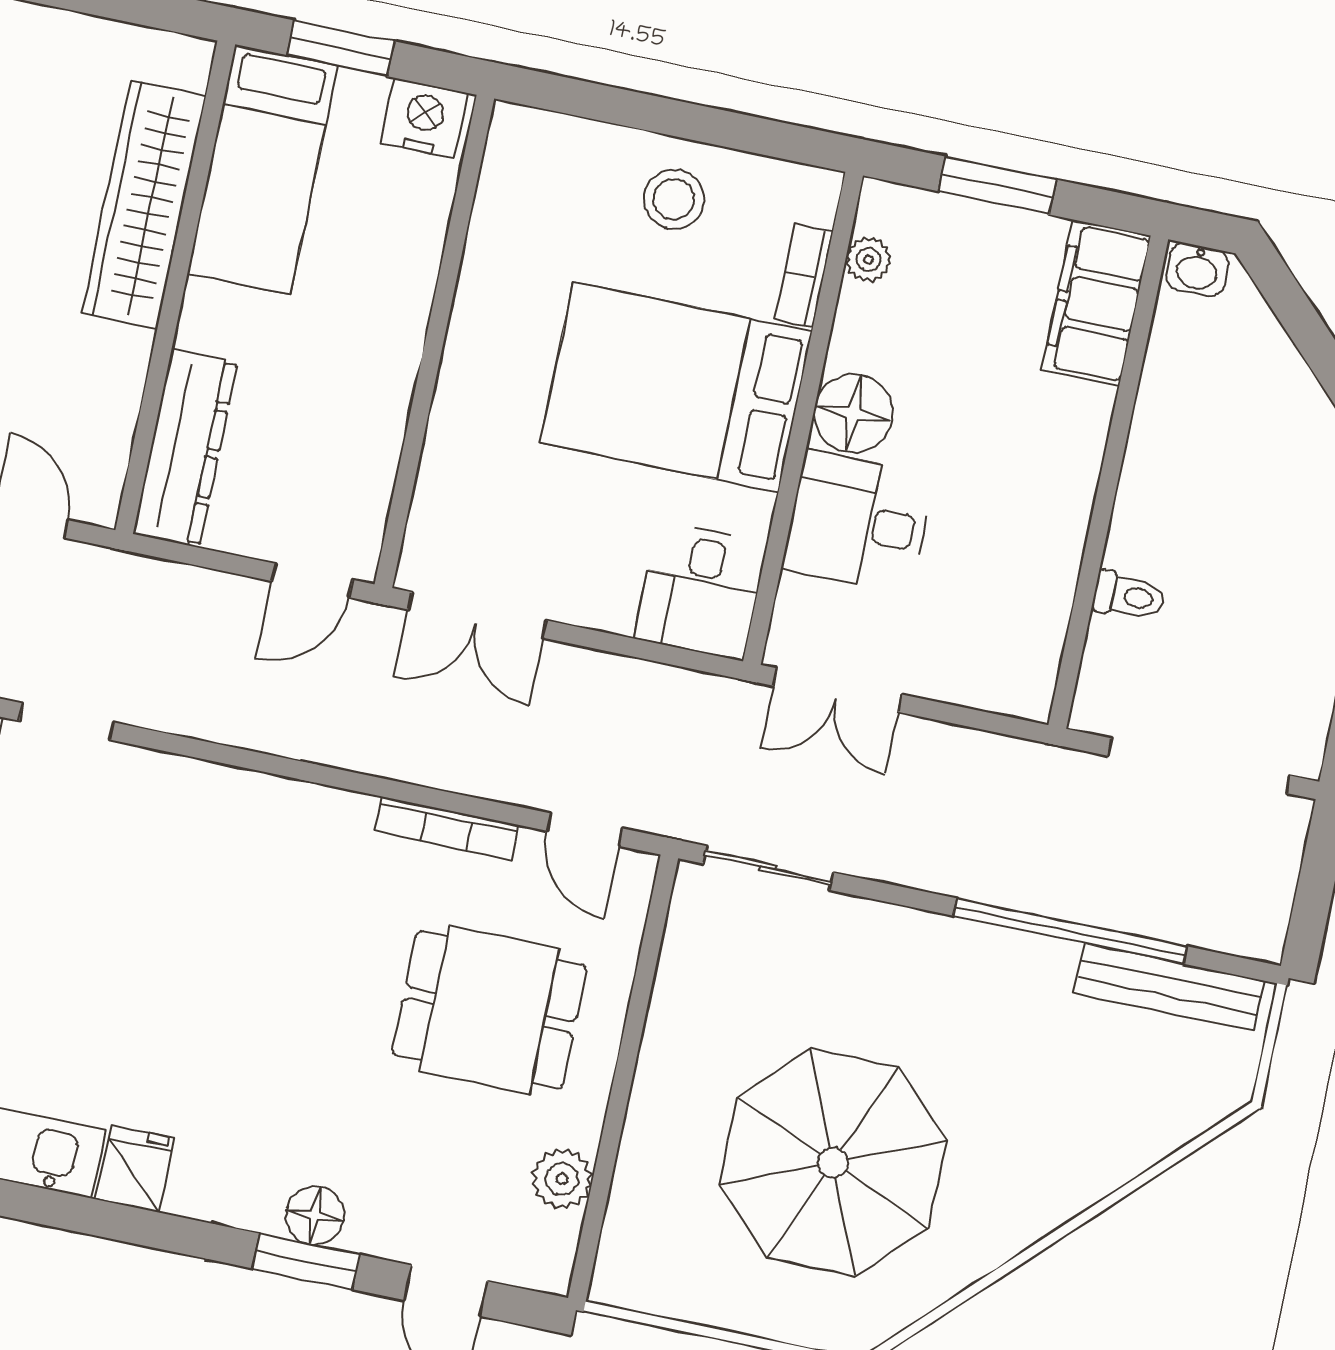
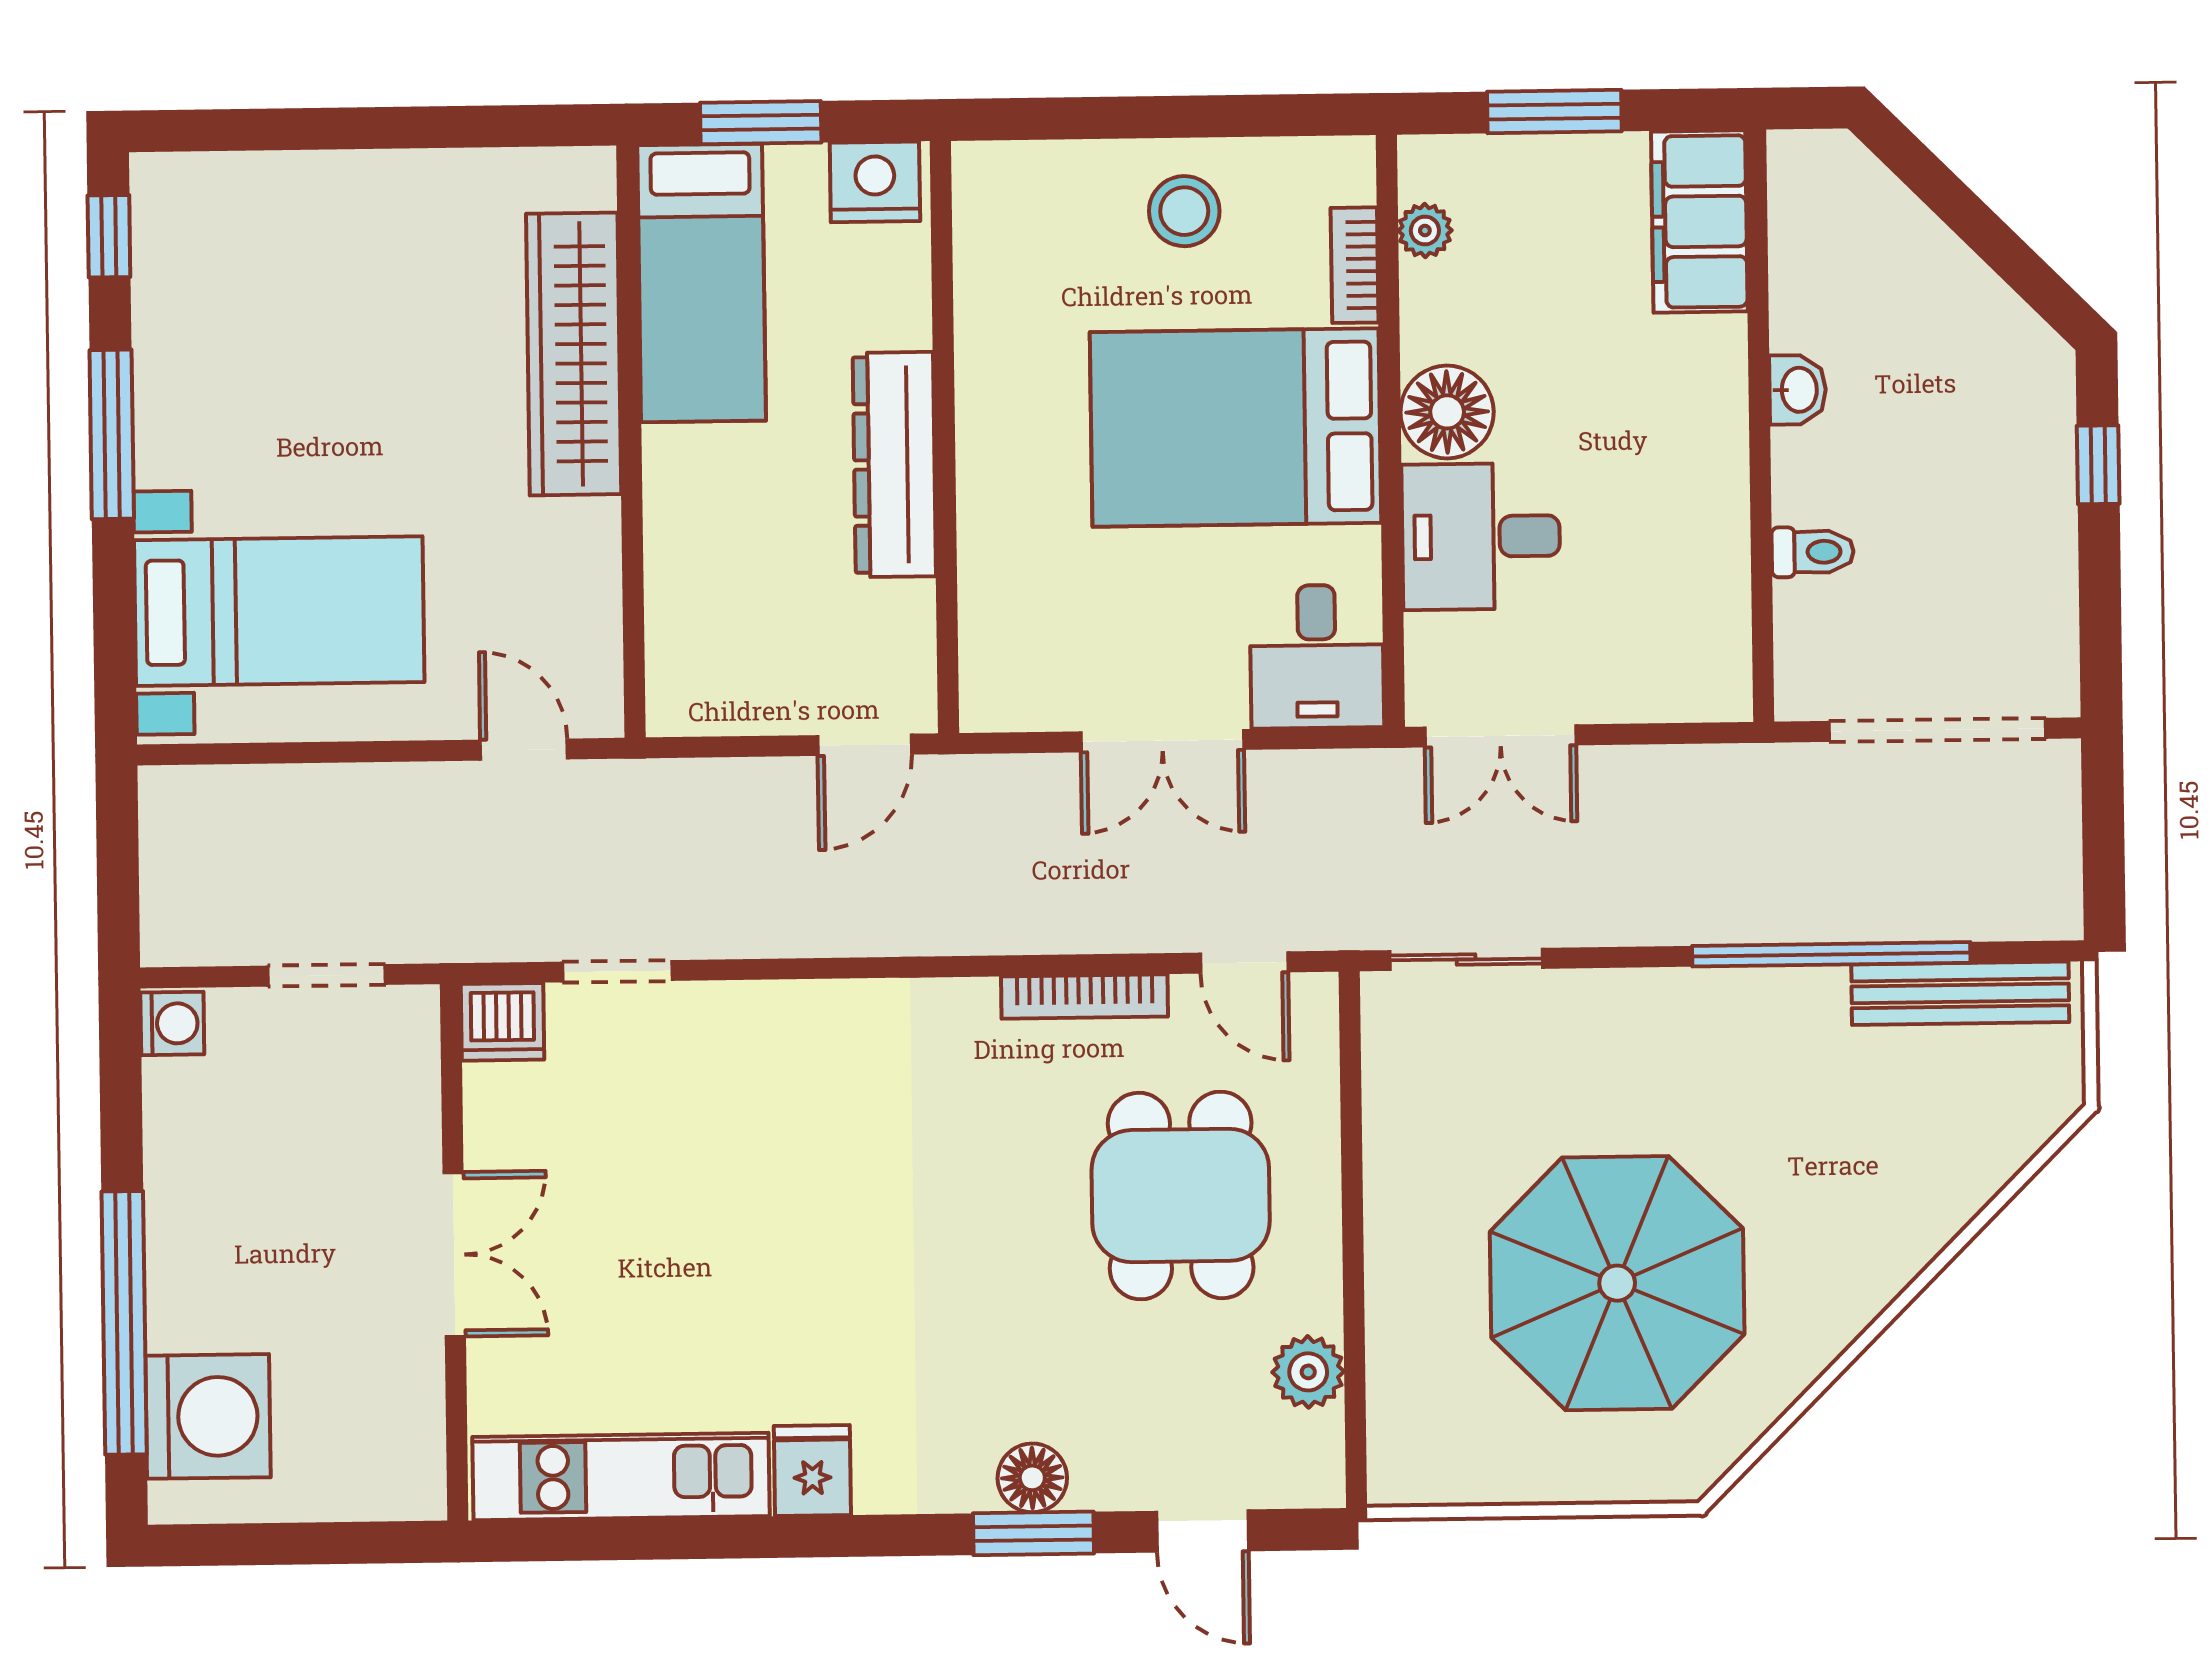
washbasin: (1197, 269) -> (1798, 390), moved, turned -90
dresser: (185, 448) -> (894, 465), moved, turned 180
double door: (477, 615) -> (1162, 741), moved
dining table: (489, 1010) -> (1181, 1195), turned 90

